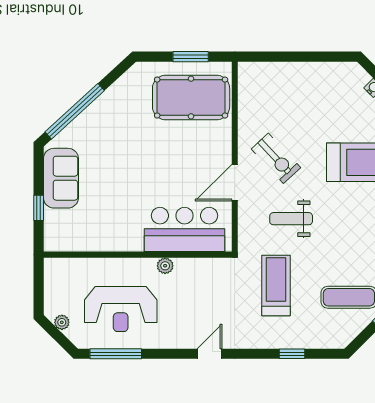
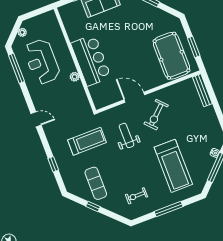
bench: (265, 69) -> (202, 90), added
bar counter: (184, 229) -> (91, 60), moved

